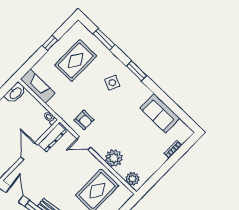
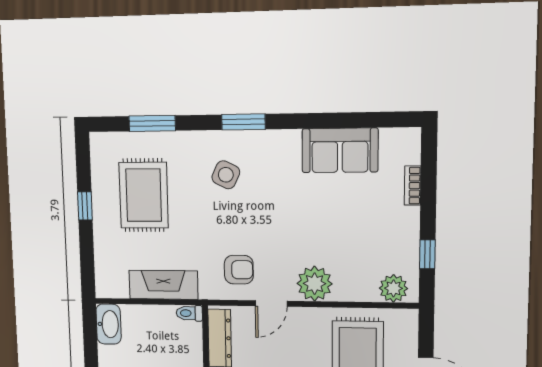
fireplace: (38, 86) -> (163, 285), moved
plant: (114, 158) -> (315, 284), moved
window: (155, 178) -> (427, 254), added

